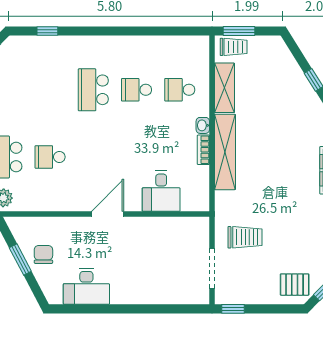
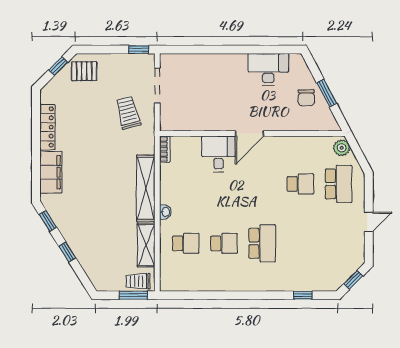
bookcase: (203, 150) -> (165, 149), moved
desk: (161, 191) -> (219, 154), moved
trolley: (245, 237) -> (128, 113), turned 75

